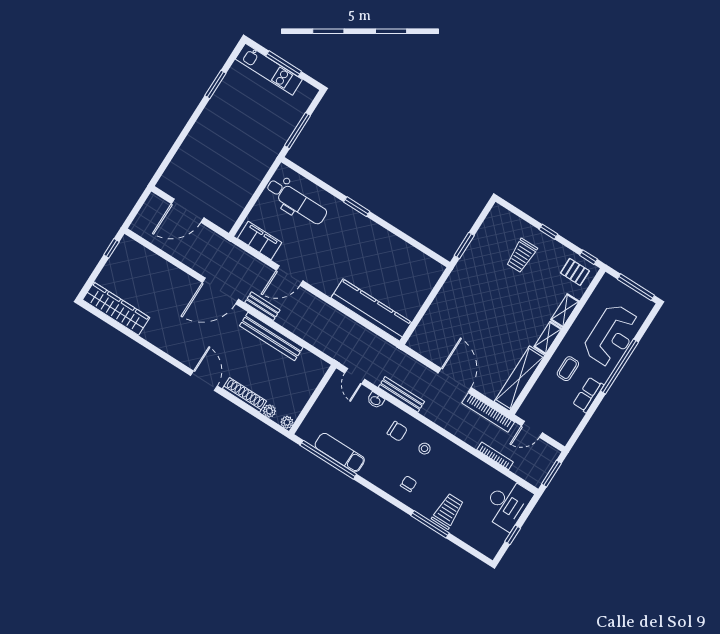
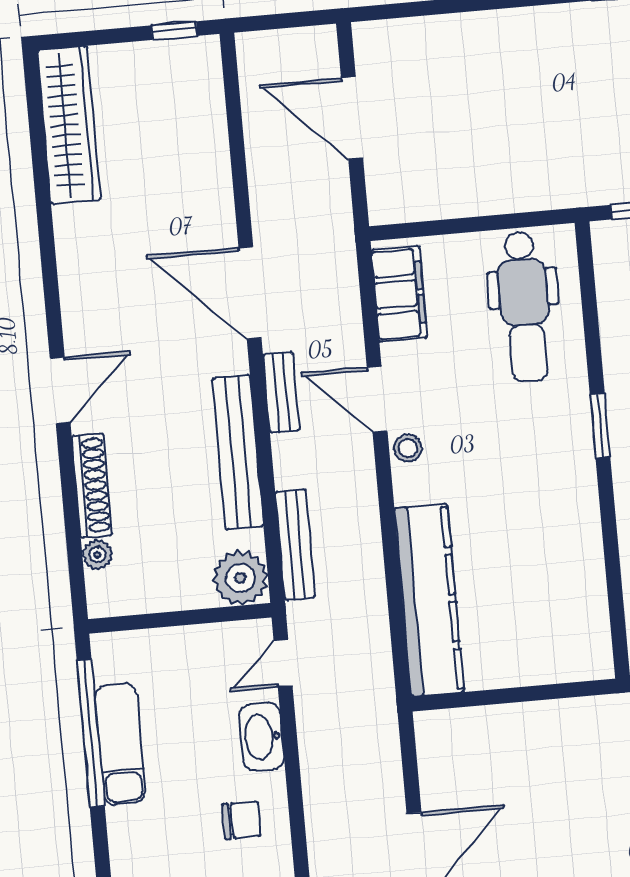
stool: (314, 278) -> (408, 448), added
bench: (401, 394) -> (295, 545), moved
washbasin: (376, 400) -> (262, 737), width x1.91, depth x1.45
plant: (287, 422) -> (240, 578), moved, width x1.87, depth x1.87
chair: (397, 431) -> (241, 820), turned -90

